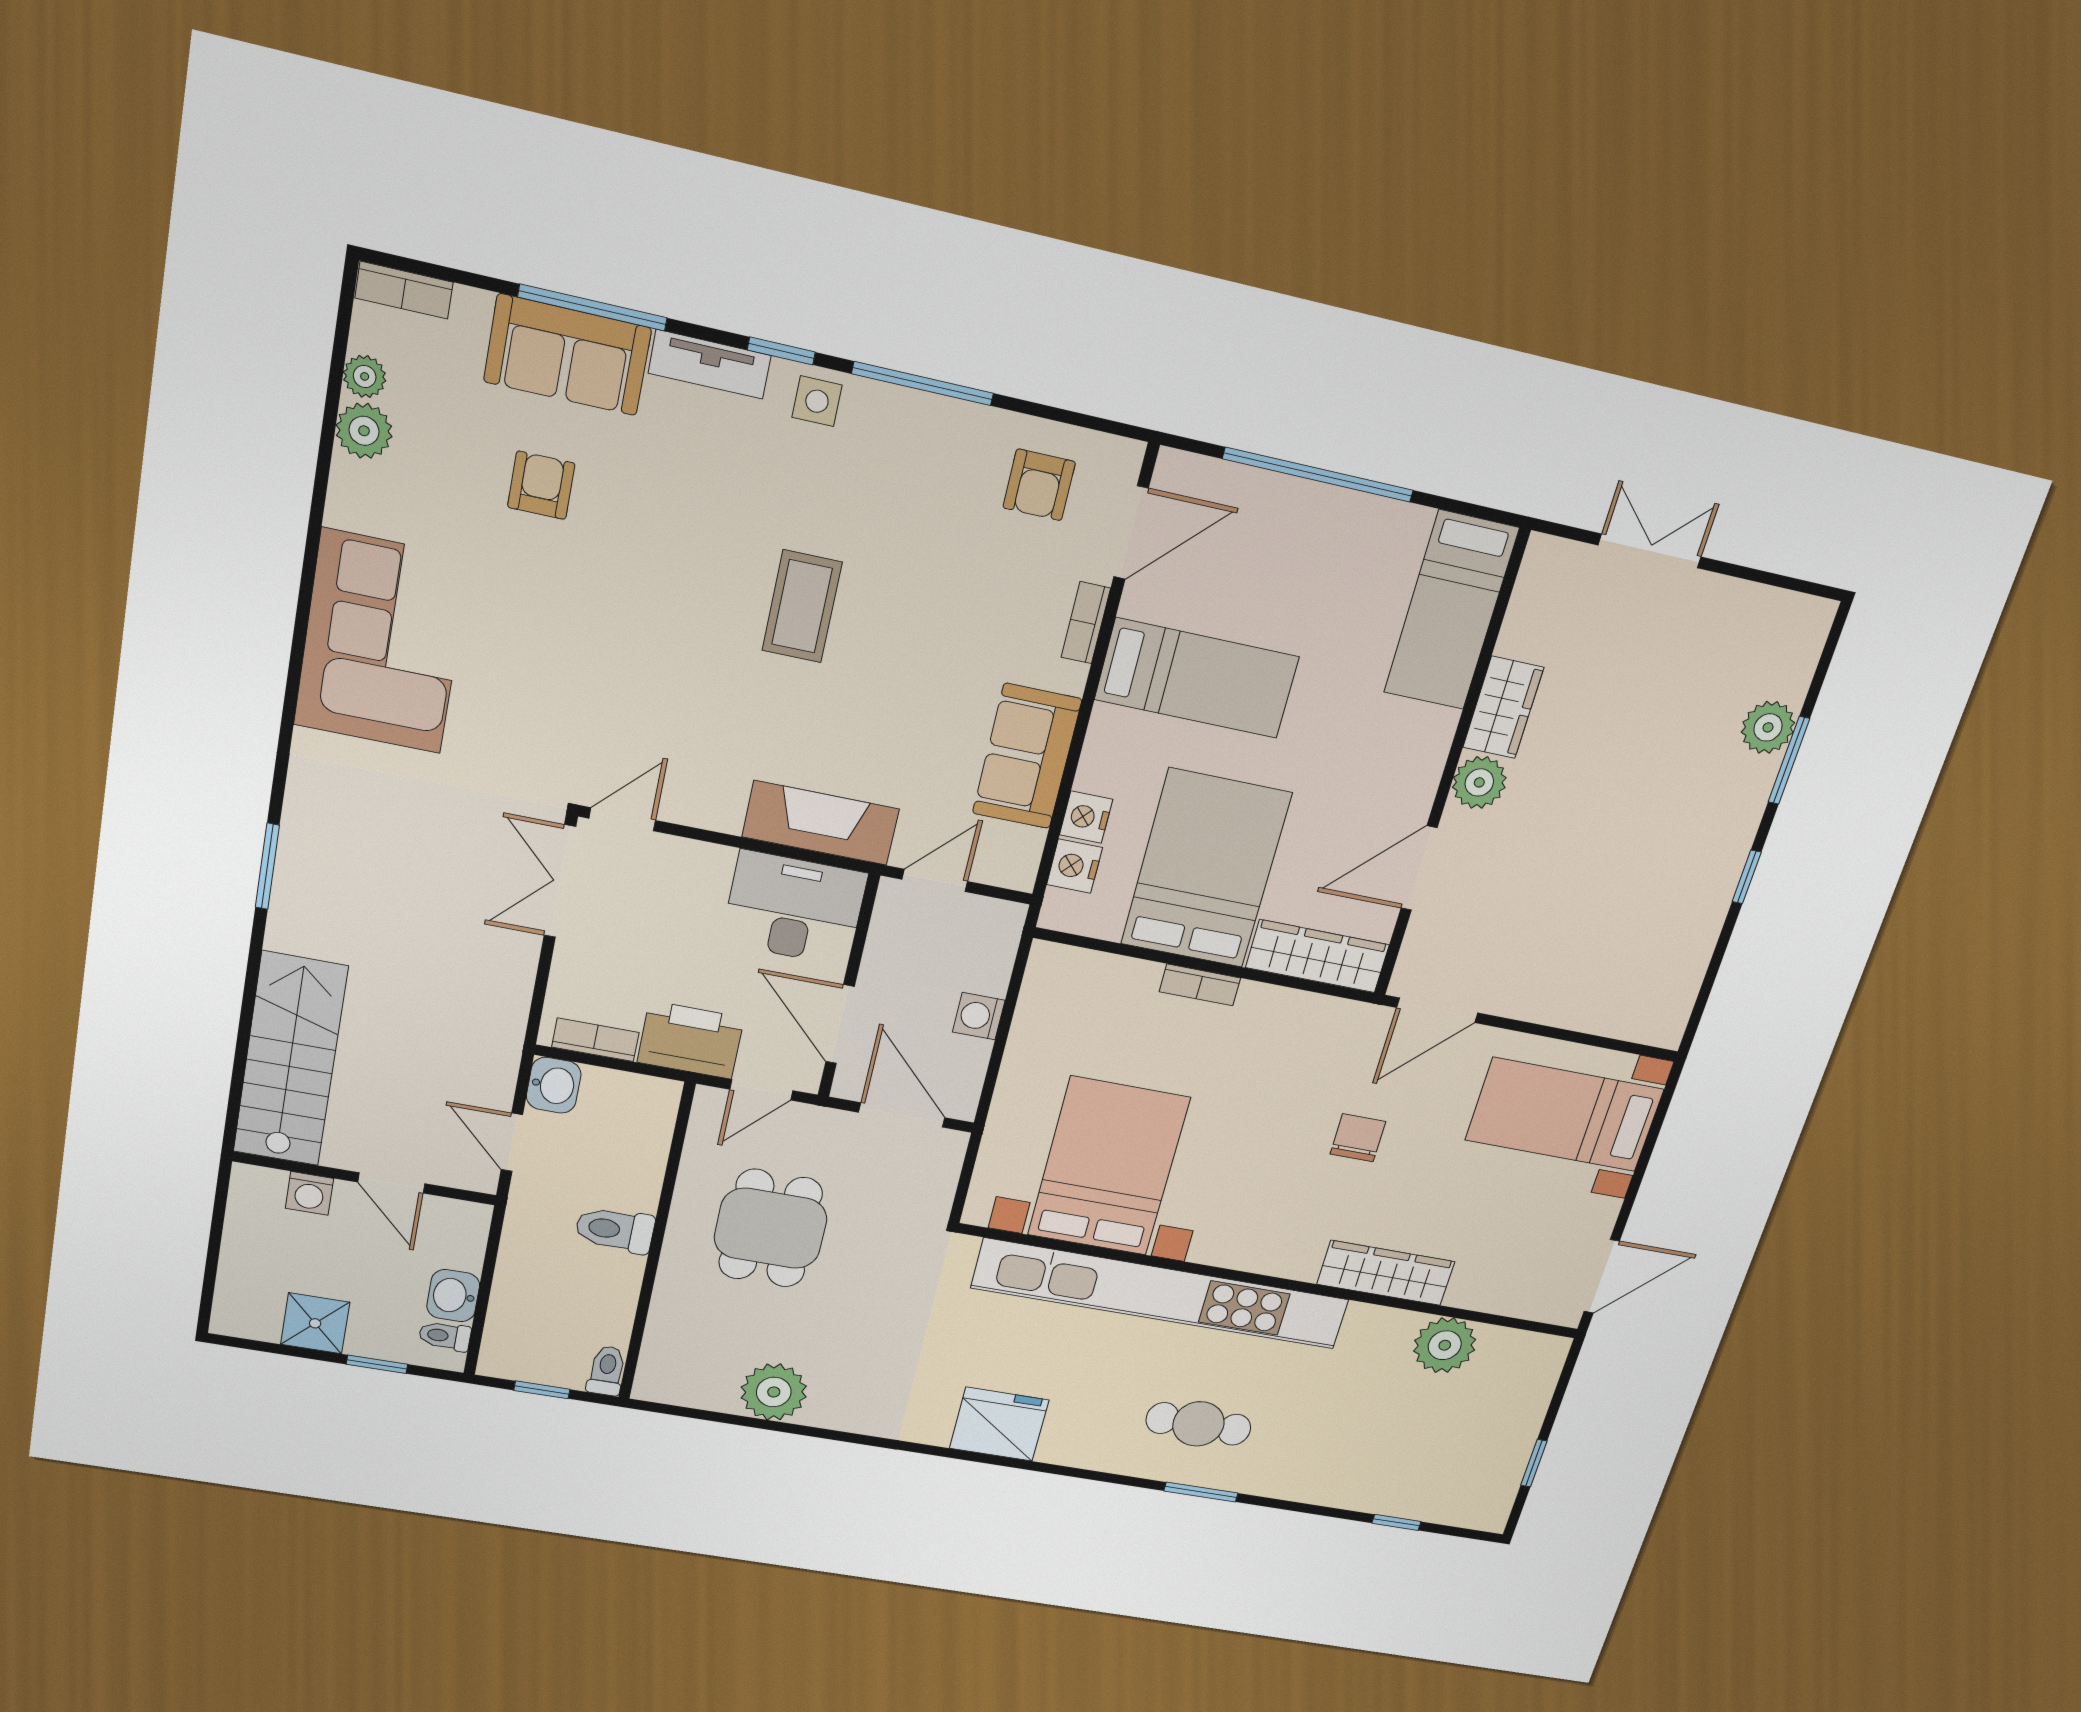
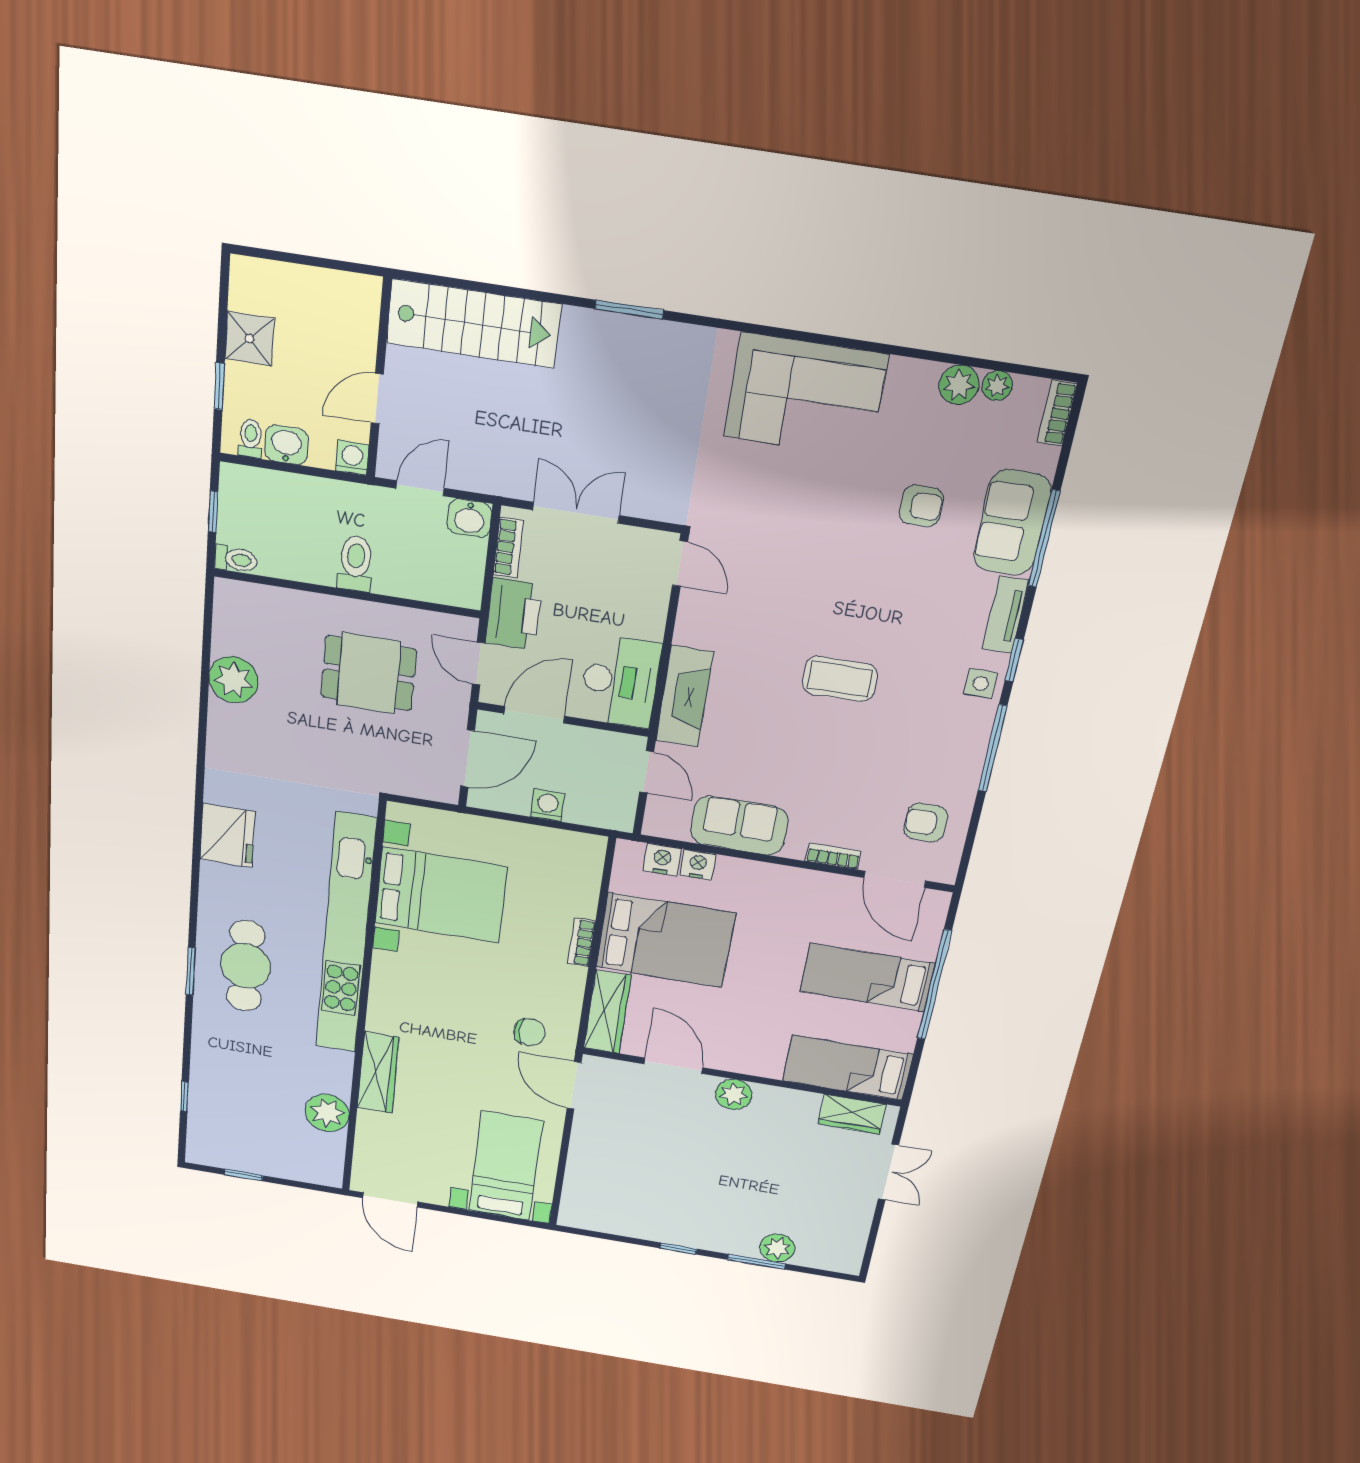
bed: (1197, 678) -> (867, 977), moved, turned 90
wardrobe: (1503, 707) -> (852, 1114), moved
double door: (560, 881) -> (576, 513), moved
chair: (1358, 1138) -> (529, 1032), moved
washing machine: (309, 1193) -> (352, 458), moved, turned 90
cafe table: (1198, 1424) -> (246, 966), width x1.37, depth x1.35

